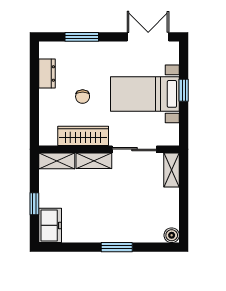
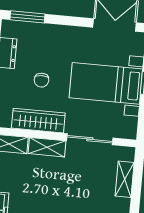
window: (82, 37) -> (27, 17), moved
shelving: (171, 170) -> (125, 179), moved

